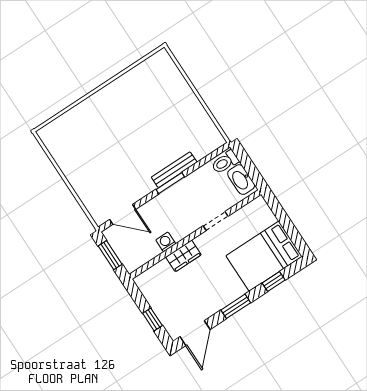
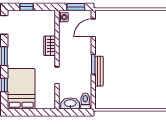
washing machine: (166, 242) -> (63, 17), moved

